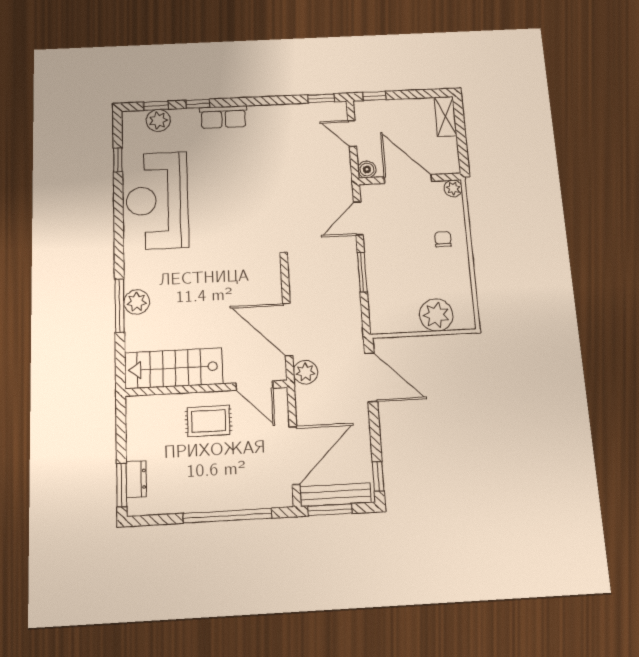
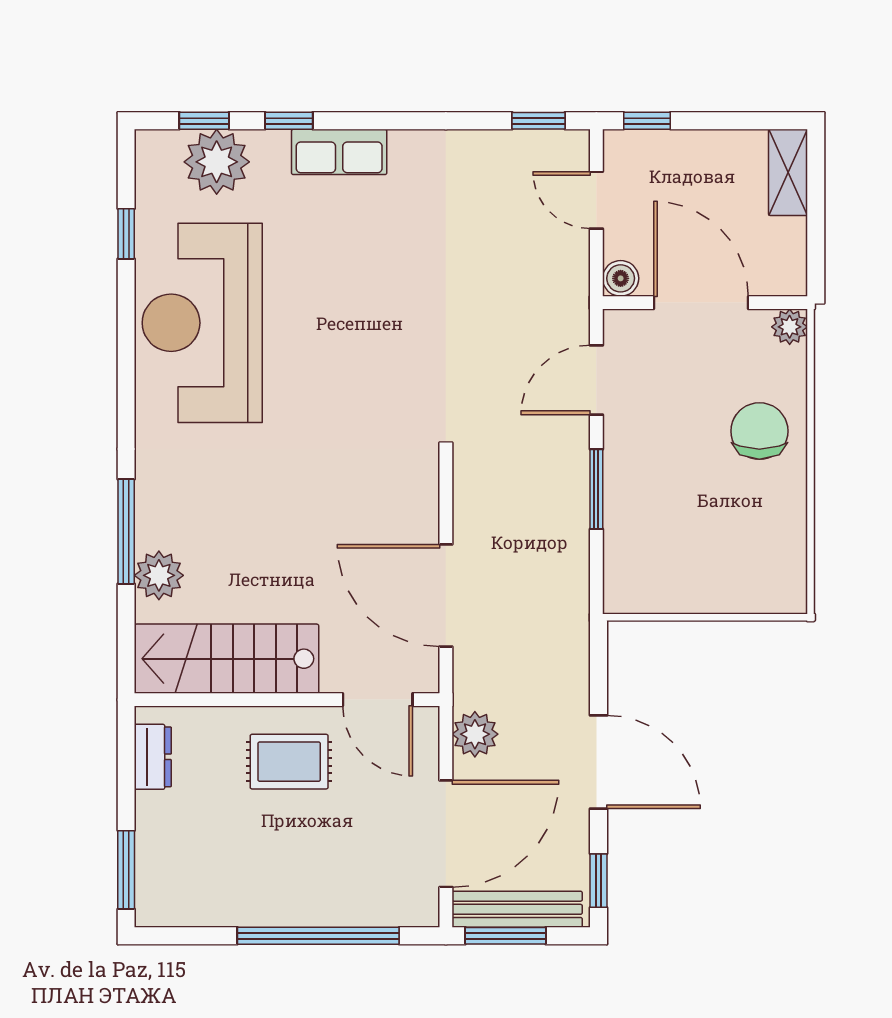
plant: (158, 120) -> (217, 162), width x1.36, depth x1.36
chair: (443, 239) -> (759, 431), width x1.87, depth x1.87
plant: (137, 302) -> (159, 575), moved
plant: (436, 315) -> (733, 582), removed
plant: (305, 372) -> (475, 734), moved
door: (371, 377) -> (598, 762), moved
dresser: (136, 479) -> (153, 757), moved

